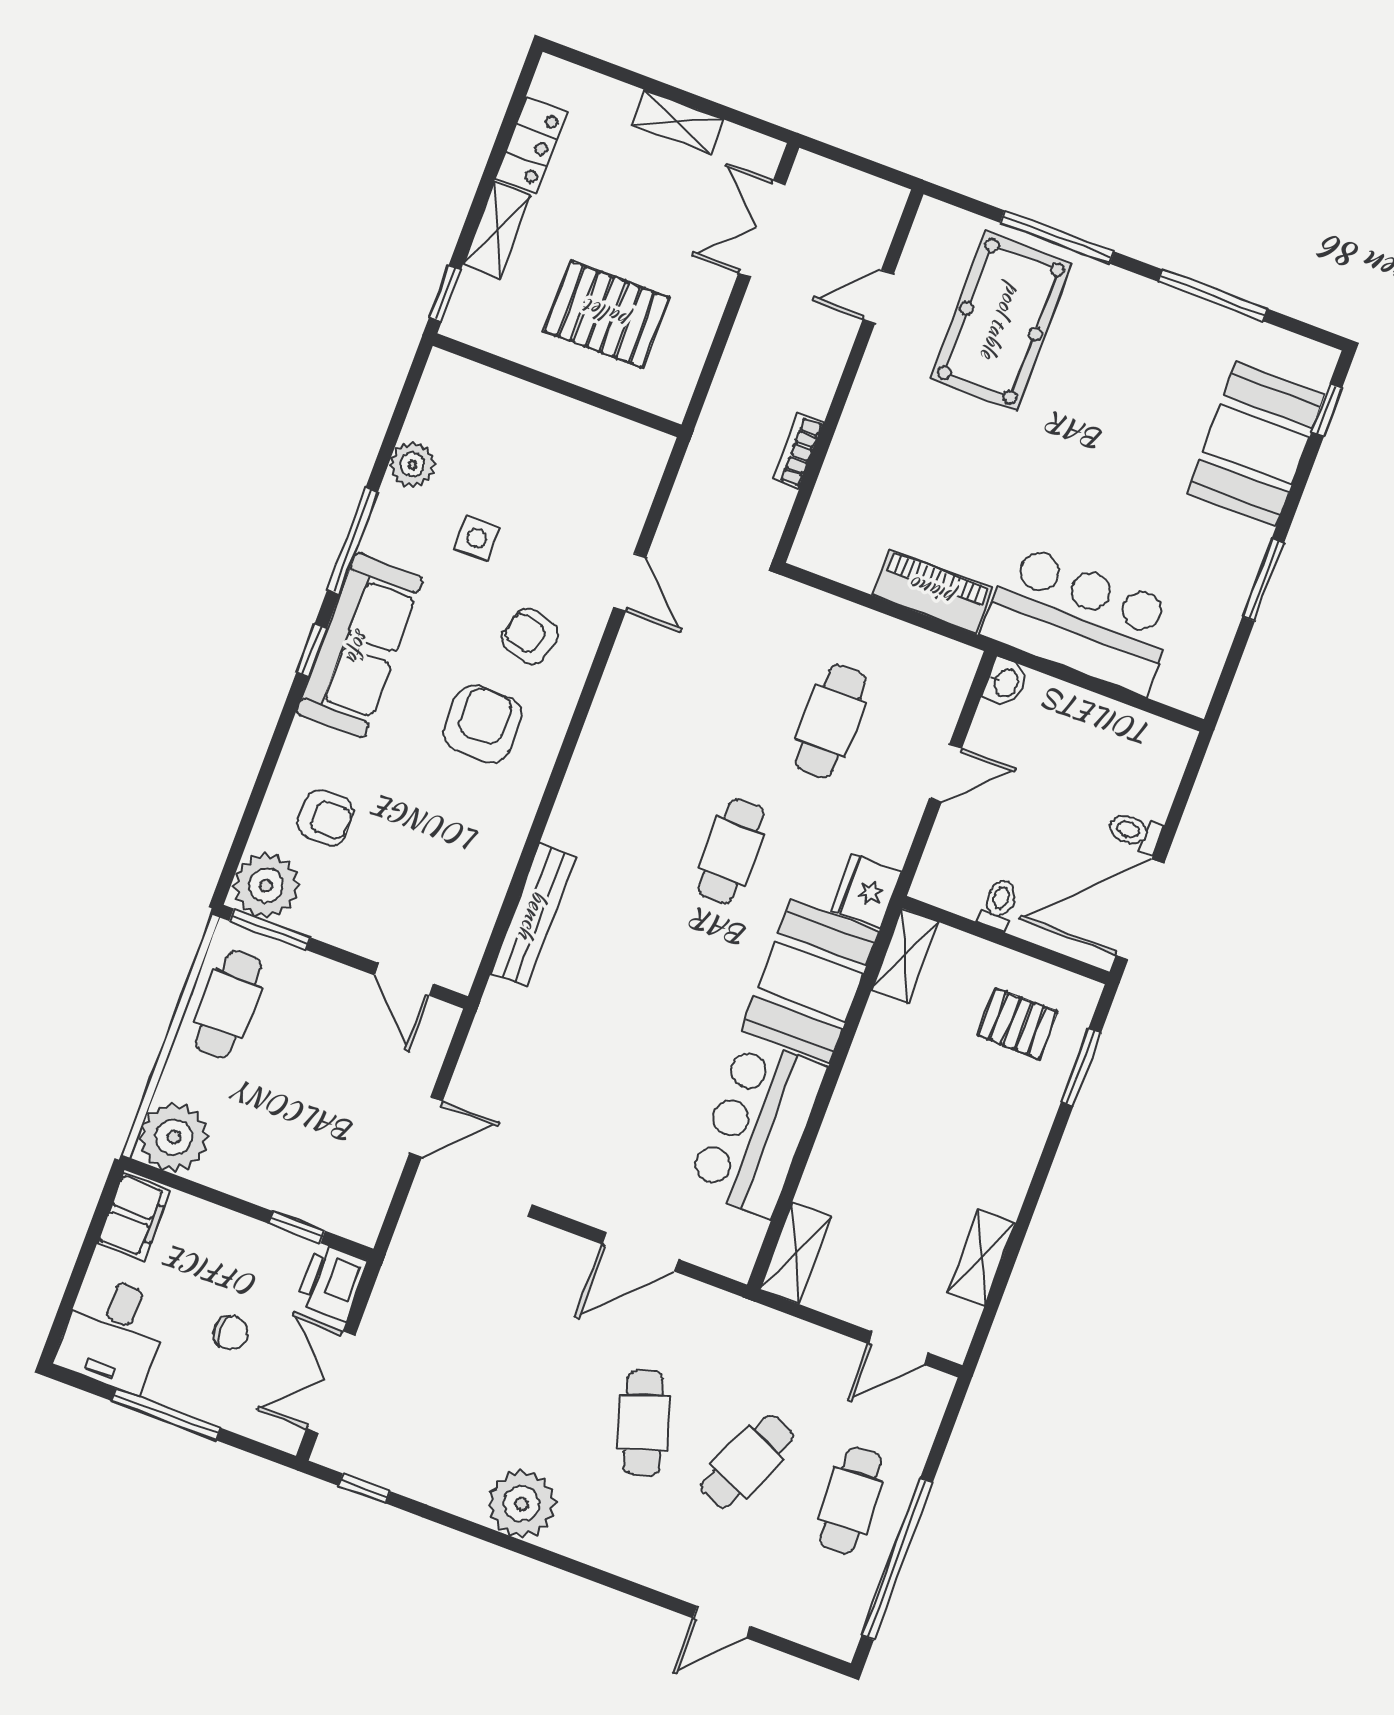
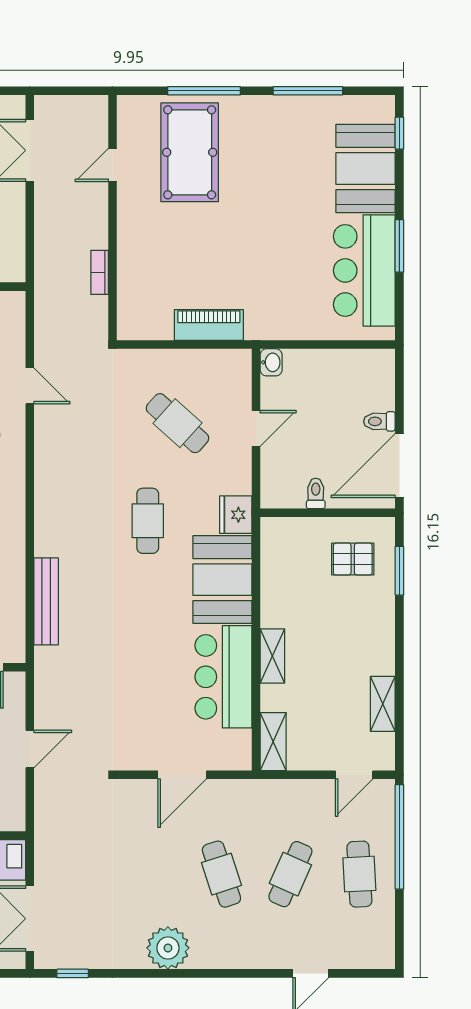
bar counter: (1080, 620) -> (364, 270), moved, turned -90
cafe table: (831, 721) -> (178, 423), turned -48
shelving: (905, 956) -> (272, 656), moved
window: (897, 1559) -> (399, 837), moved

